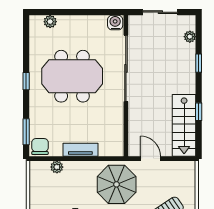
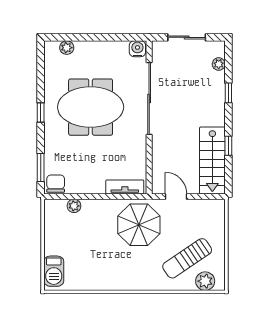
tv unit: (80, 150) -> (125, 187), moved

